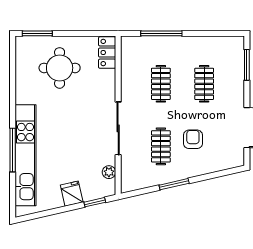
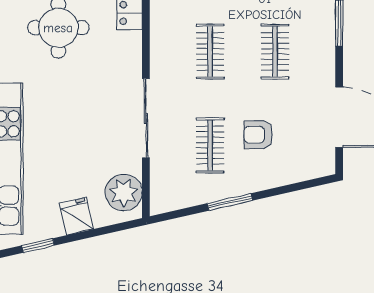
armchair: (193, 139) -> (258, 135), turned -90
plant: (109, 172) -> (124, 192), width x1.88, depth x1.88
window: (95, 202) -> (38, 246), moved

